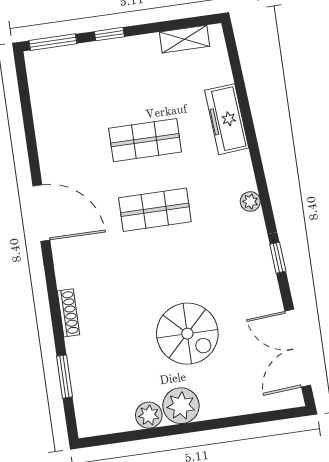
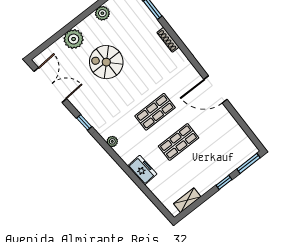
freezer: (227, 119) -> (142, 170), width x0.71
door: (41, 213) -> (215, 89), moved
plant: (181, 406) -> (74, 39), moved

